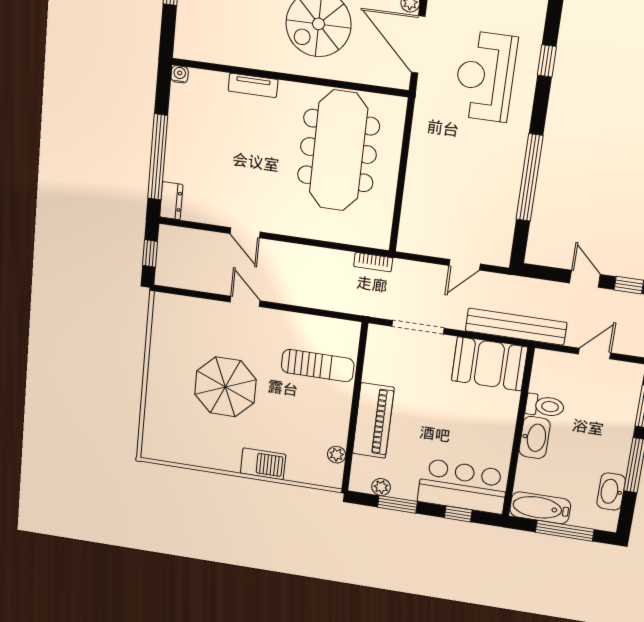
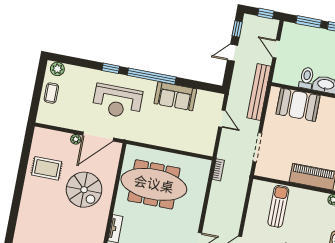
window: (530, 178) -> (152, 76), moved
sofa: (501, 181) -> (175, 96), added
booth: (489, 364) -> (298, 105), moved, turned 90

